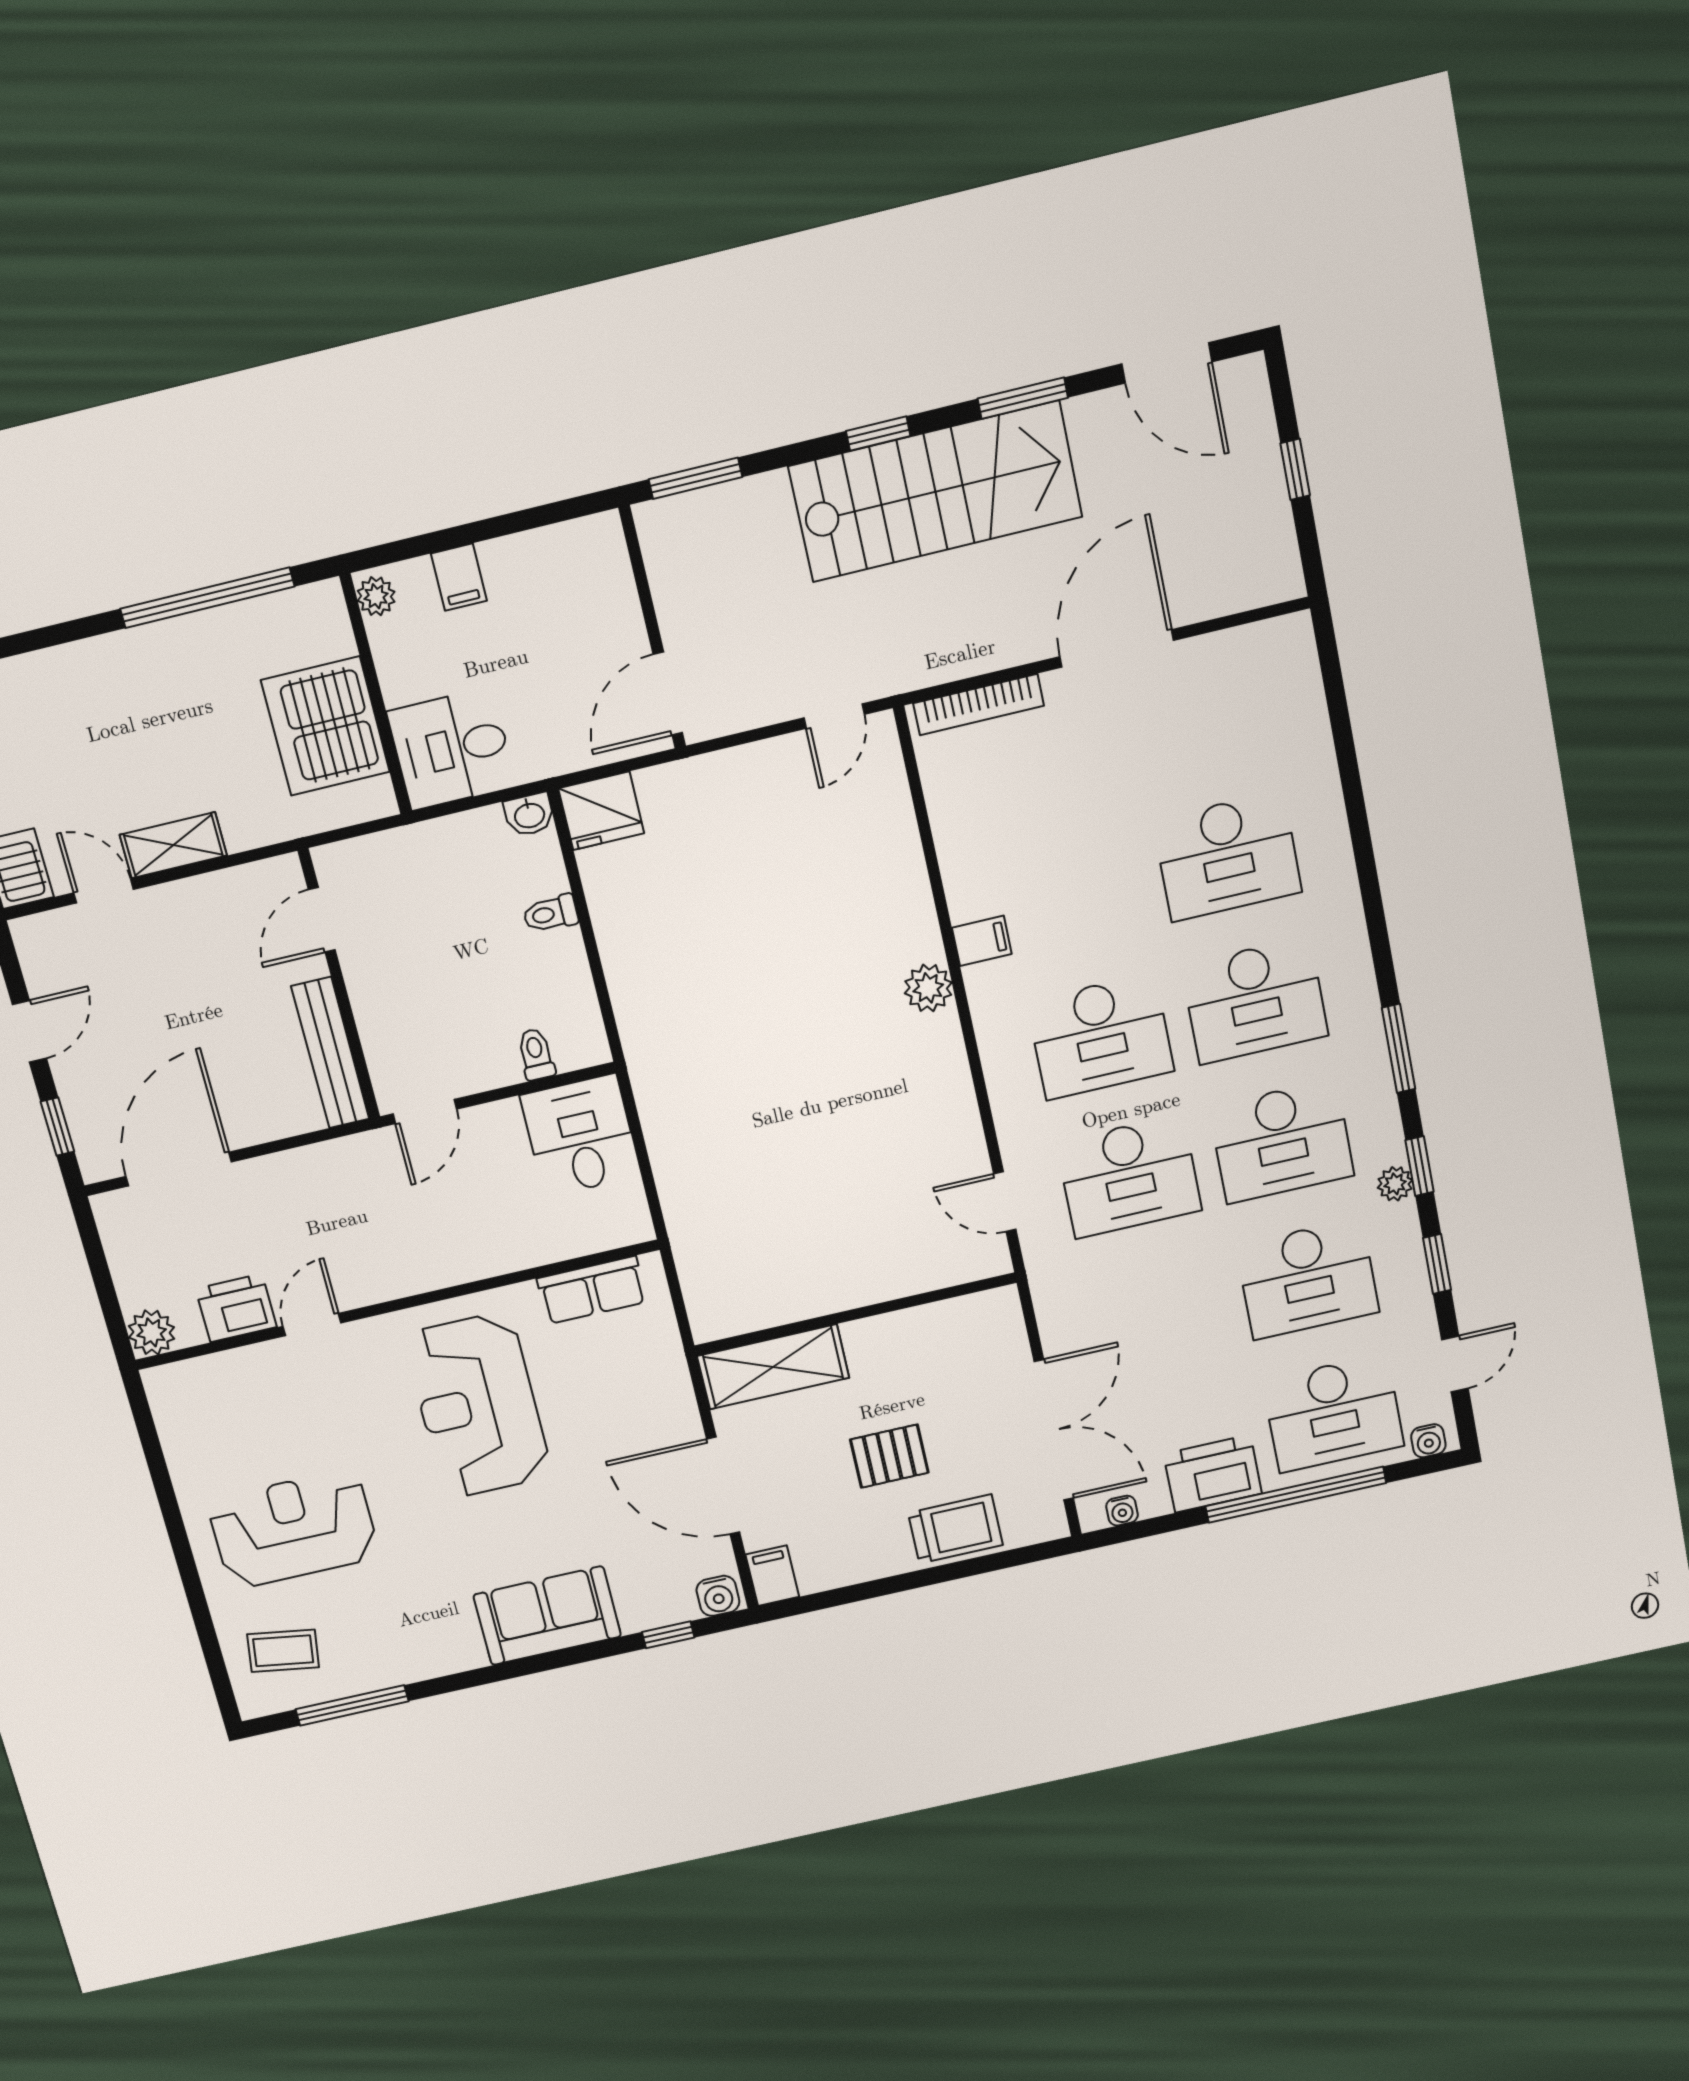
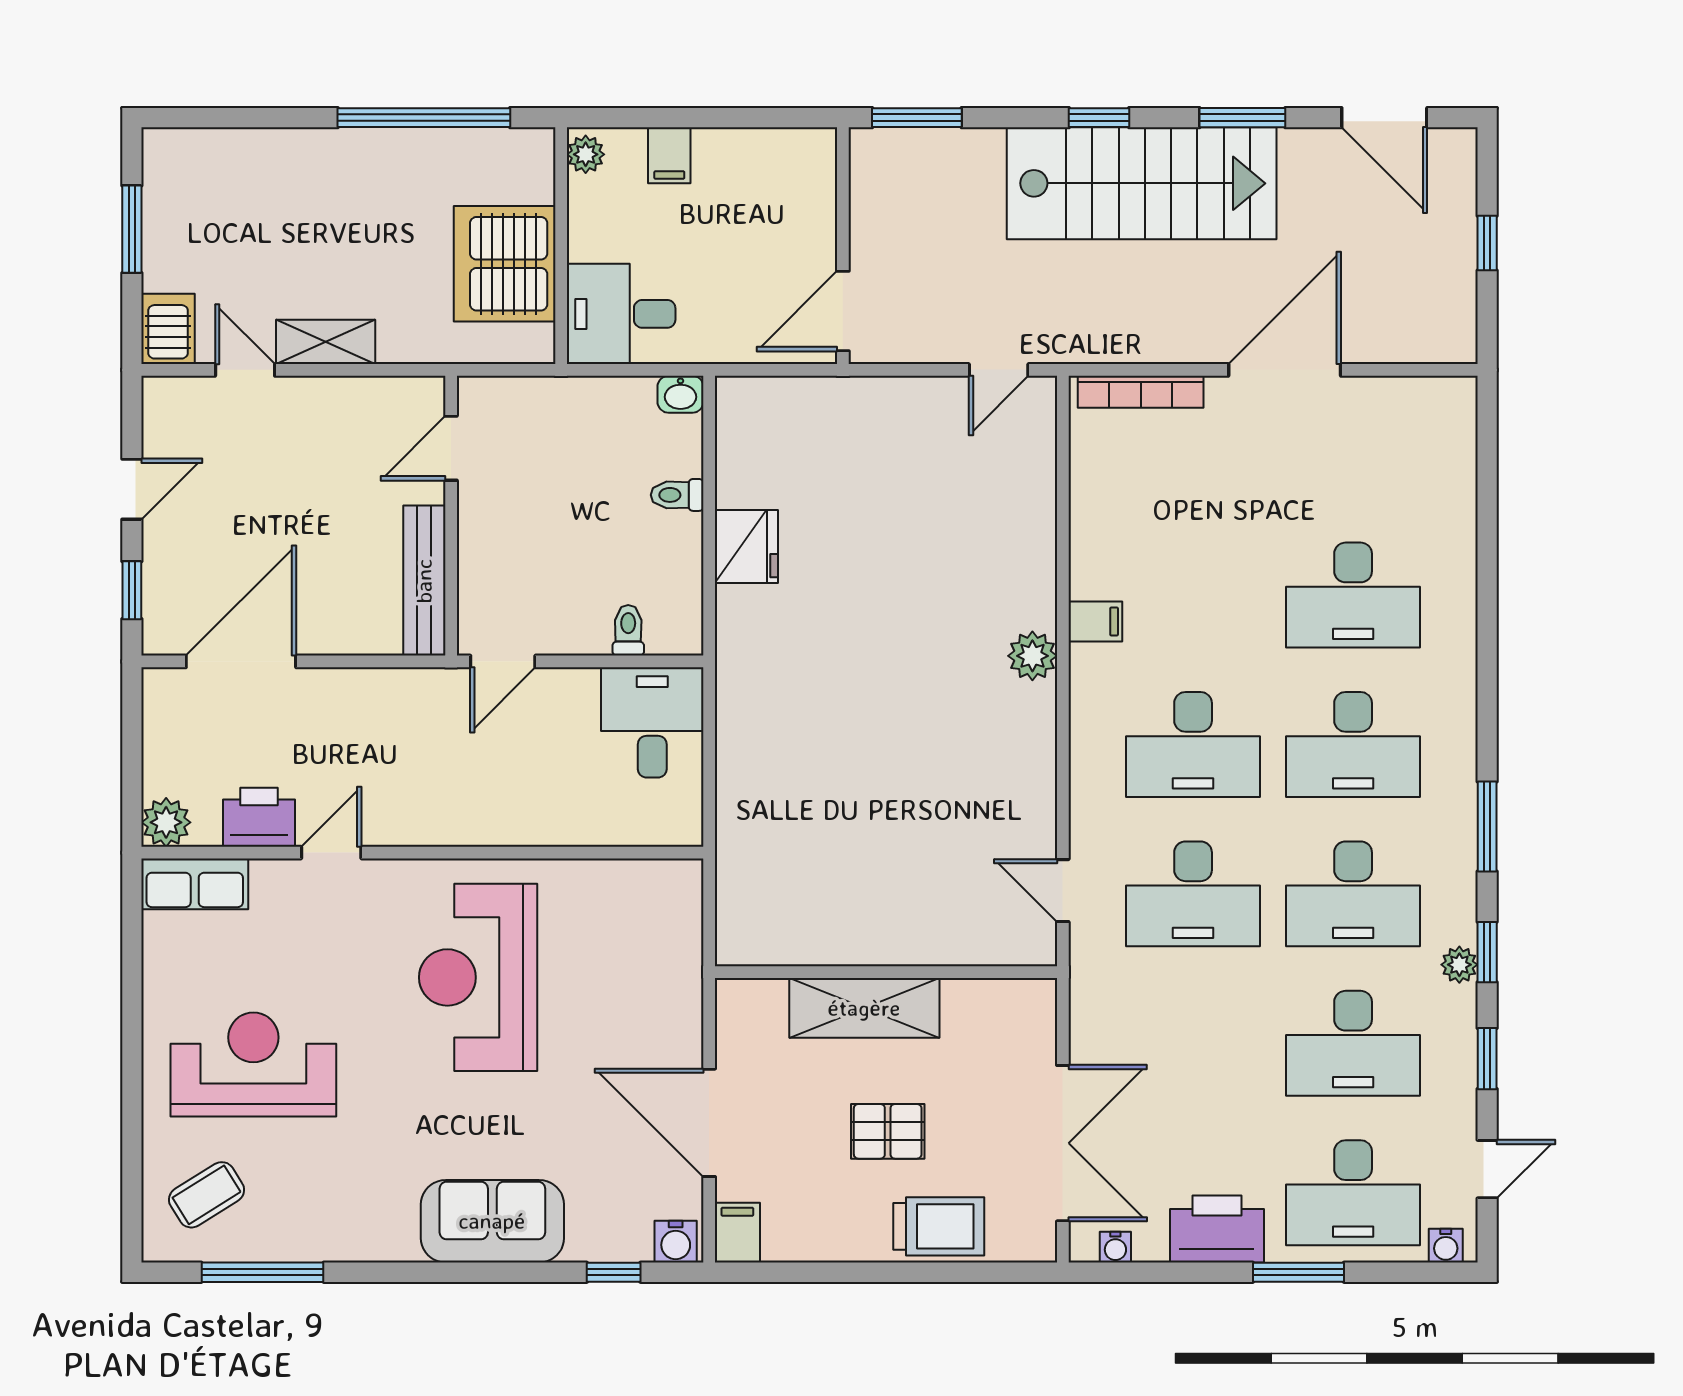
fridge: (601, 811) -> (746, 547), moved, turned -90
row of seats: (592, 1290) -> (195, 884), moved
shelving: (773, 1367) -> (864, 1008), moved
window: (1296, 1495) -> (1298, 1272), width x0.47
coffee table: (283, 1651) -> (207, 1195), turned -41

